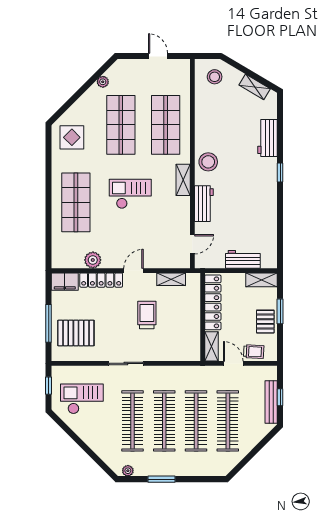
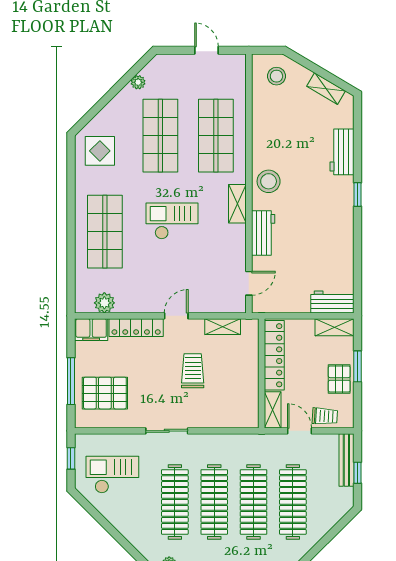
workbench: (243, 259) -> (332, 302), moved
plant: (93, 260) -> (104, 303), moved
bench: (271, 402) -> (346, 460), moved

